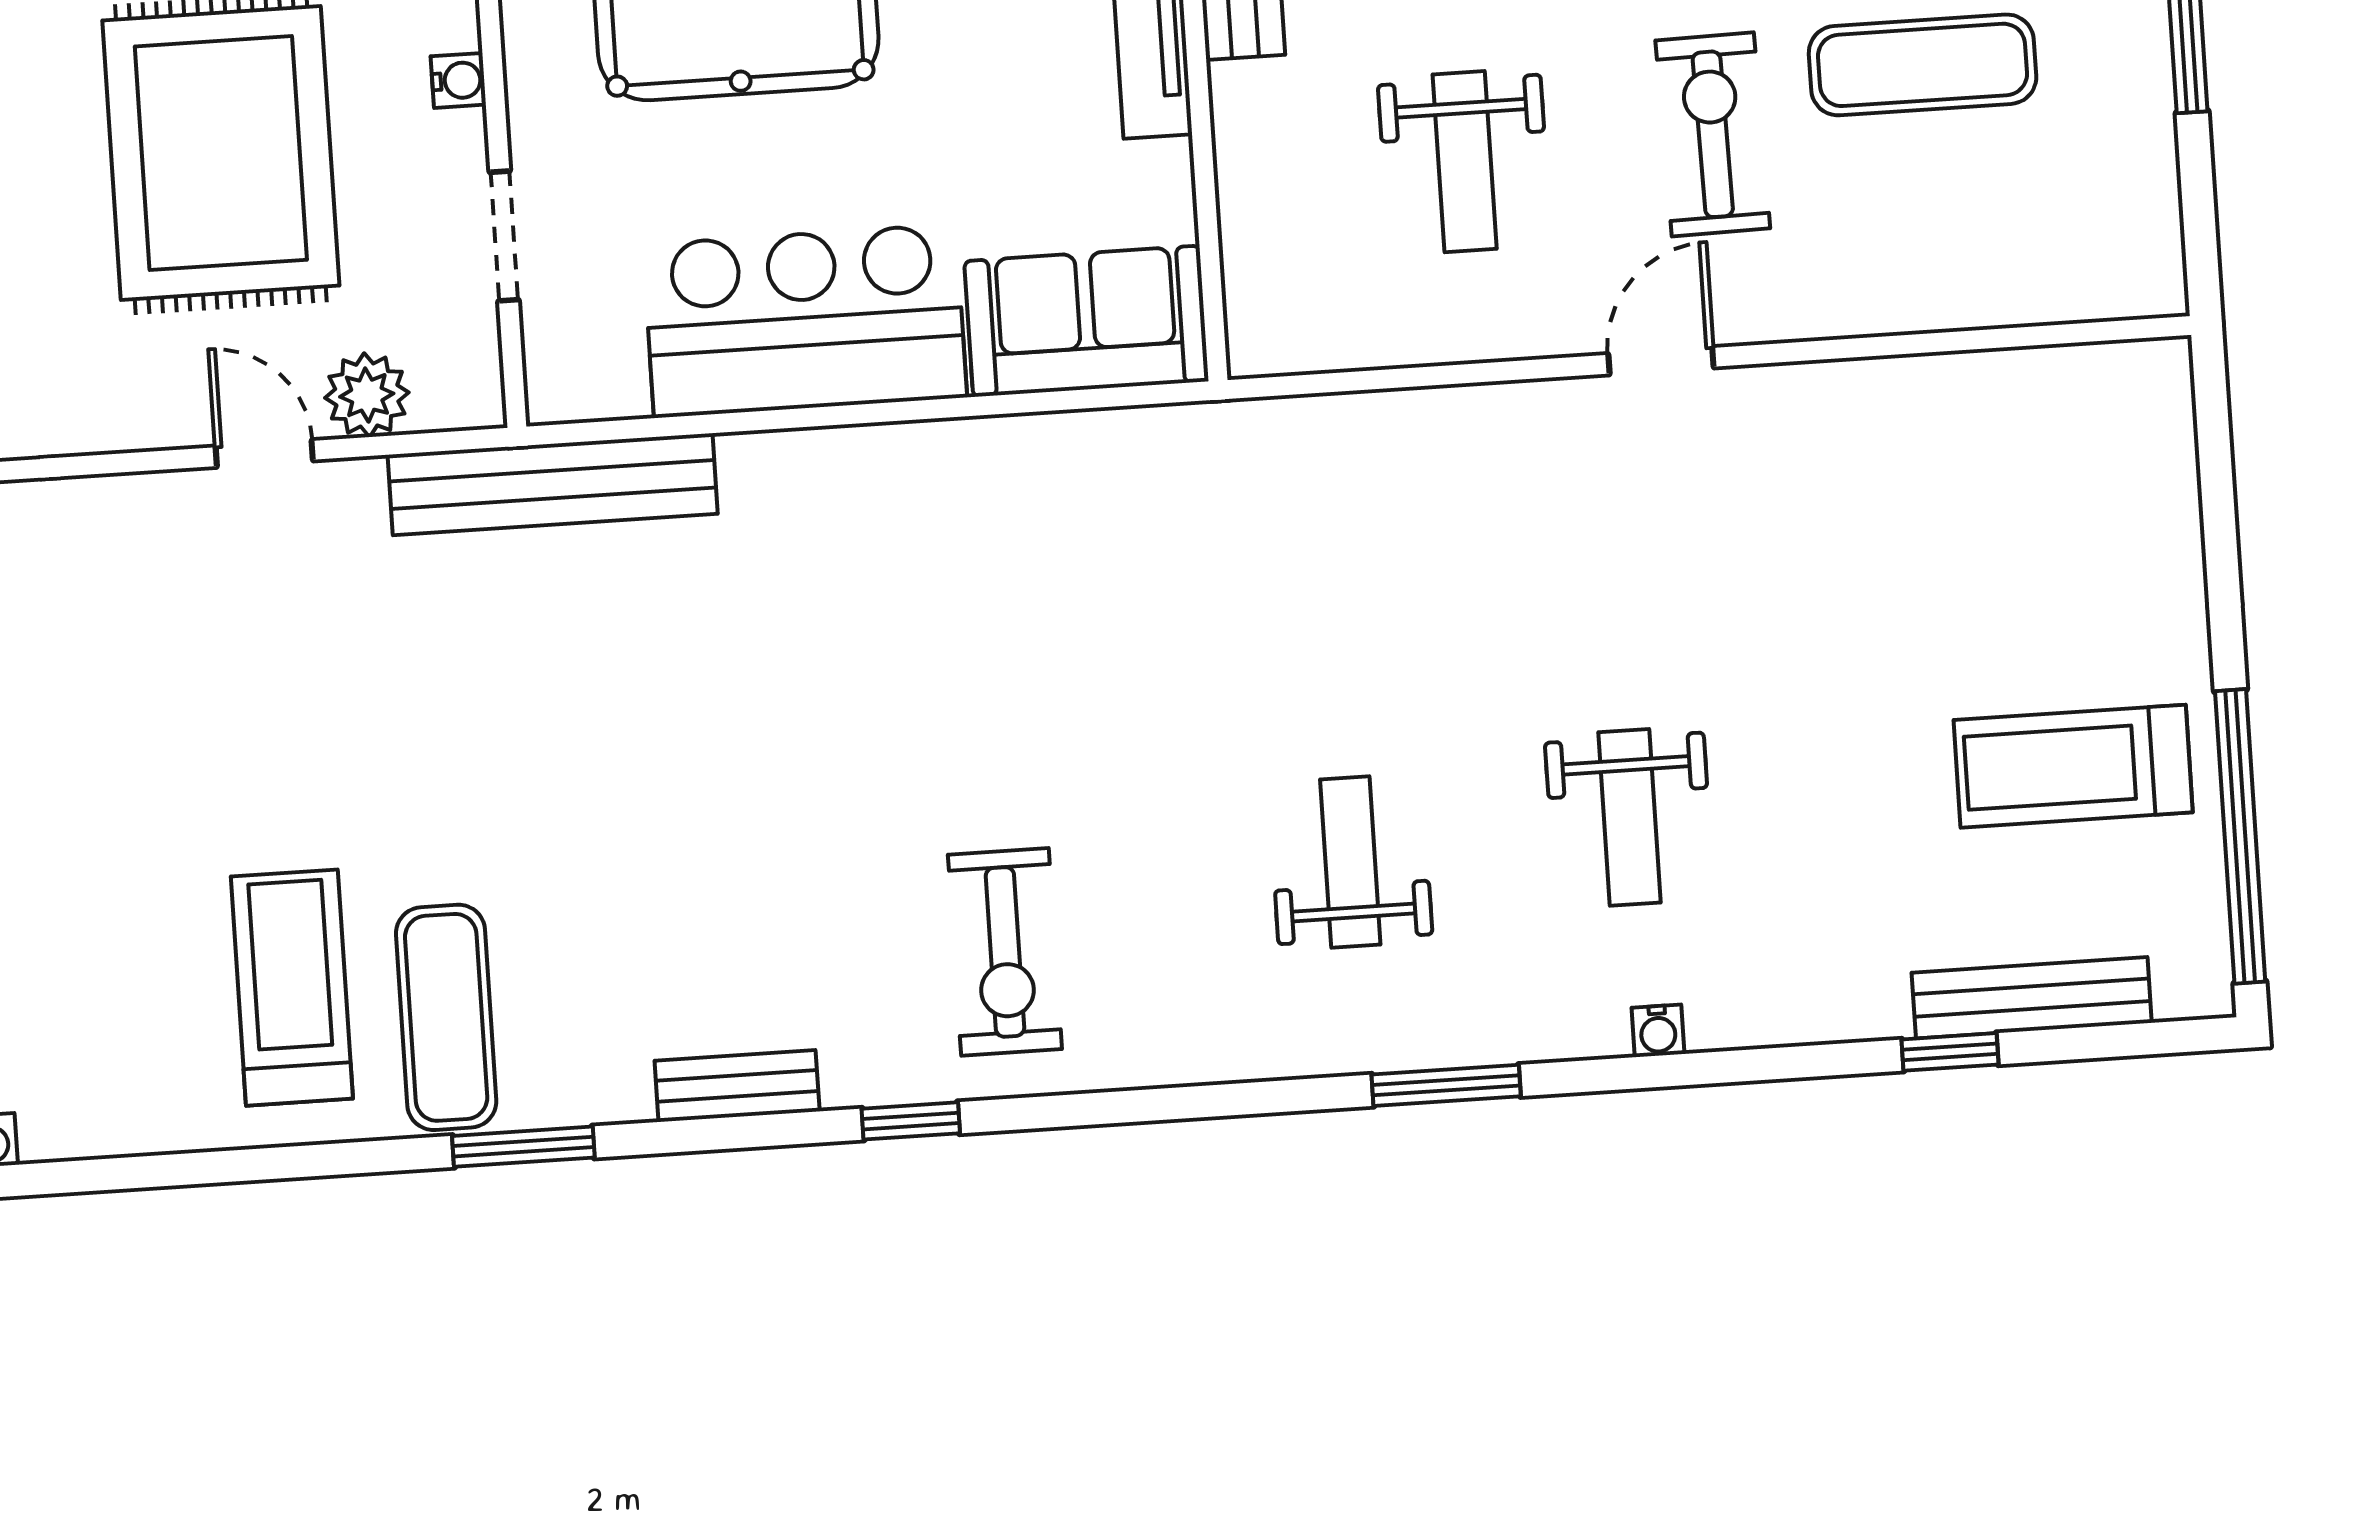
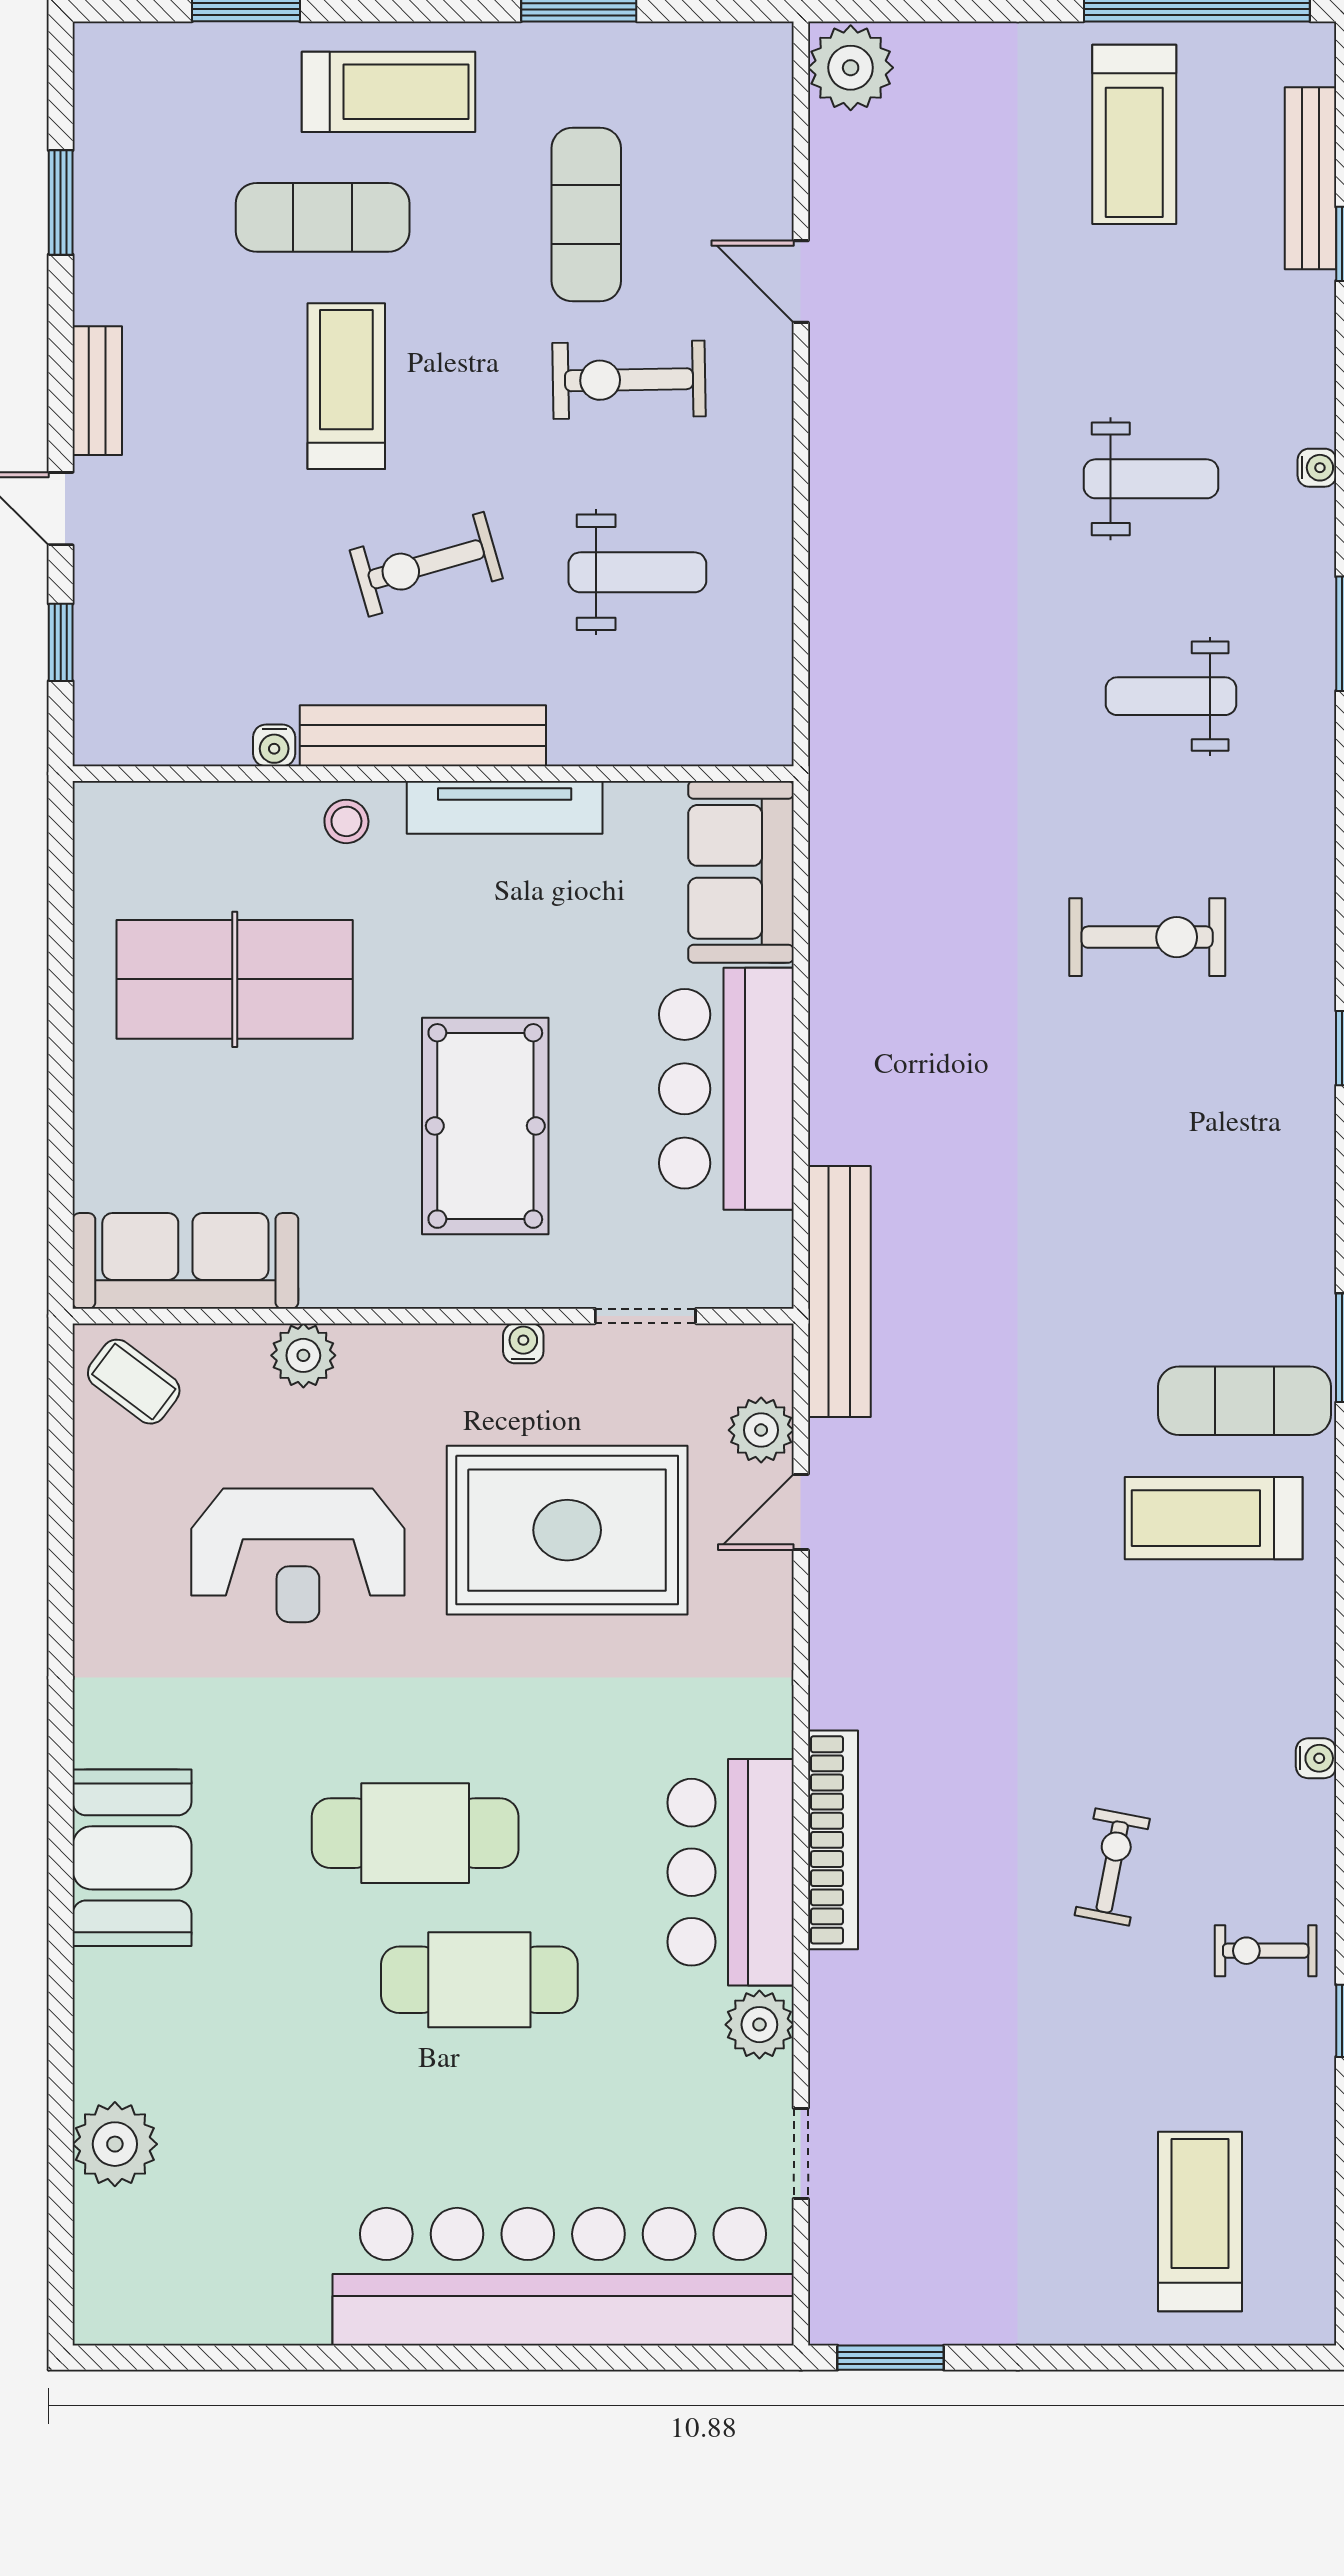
door: (1661, 361) -> (801, 281), moved
plant: (2135, 394) -> (851, 68), added
exercise bike: (1005, 952) -> (1147, 937), moved
bench: (737, 1086) -> (1312, 1180), removed

